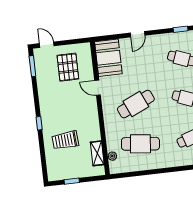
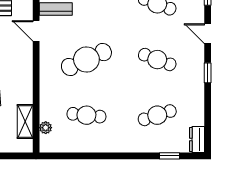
cafe table: (140, 144) -> (86, 115), width x0.73, depth x0.74

